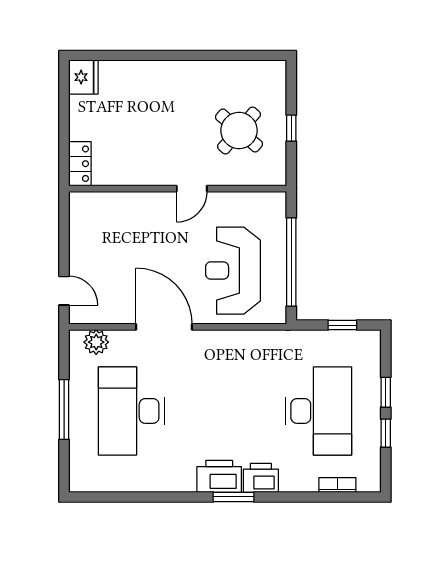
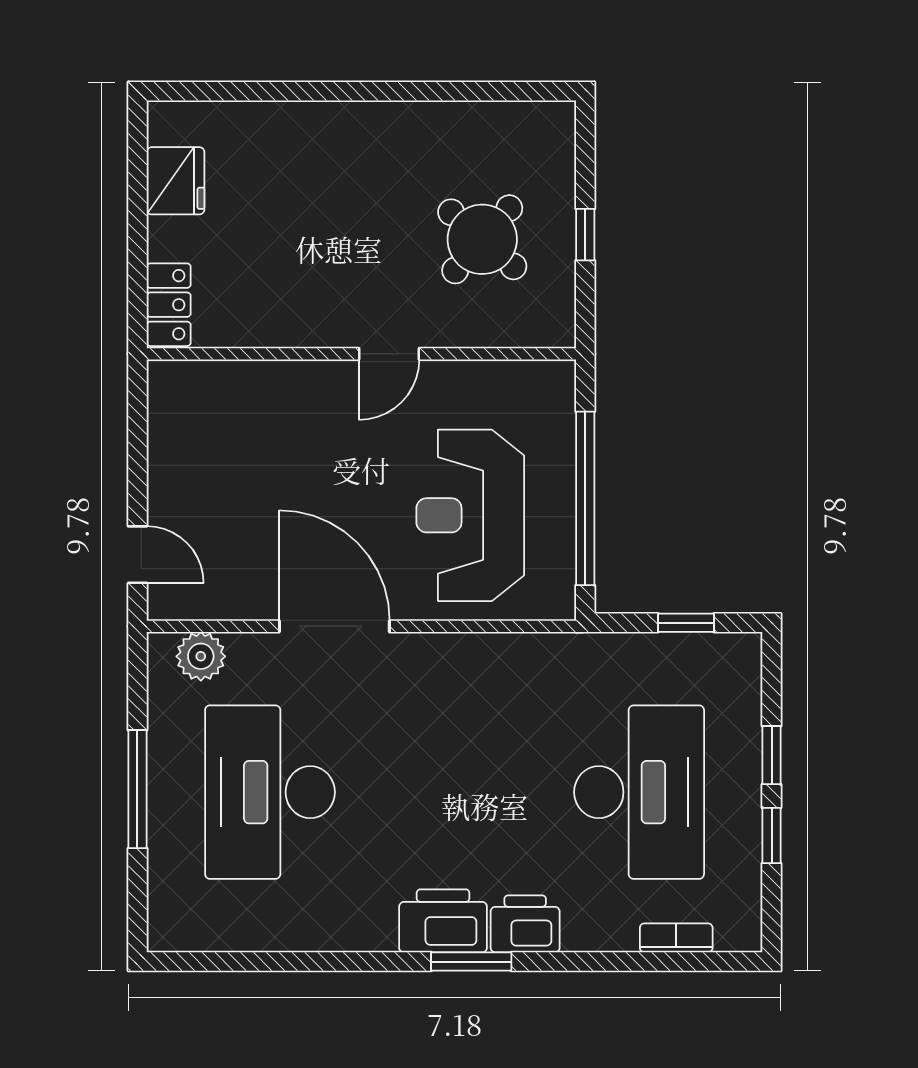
fridge: (83, 77) -> (175, 181), moved

